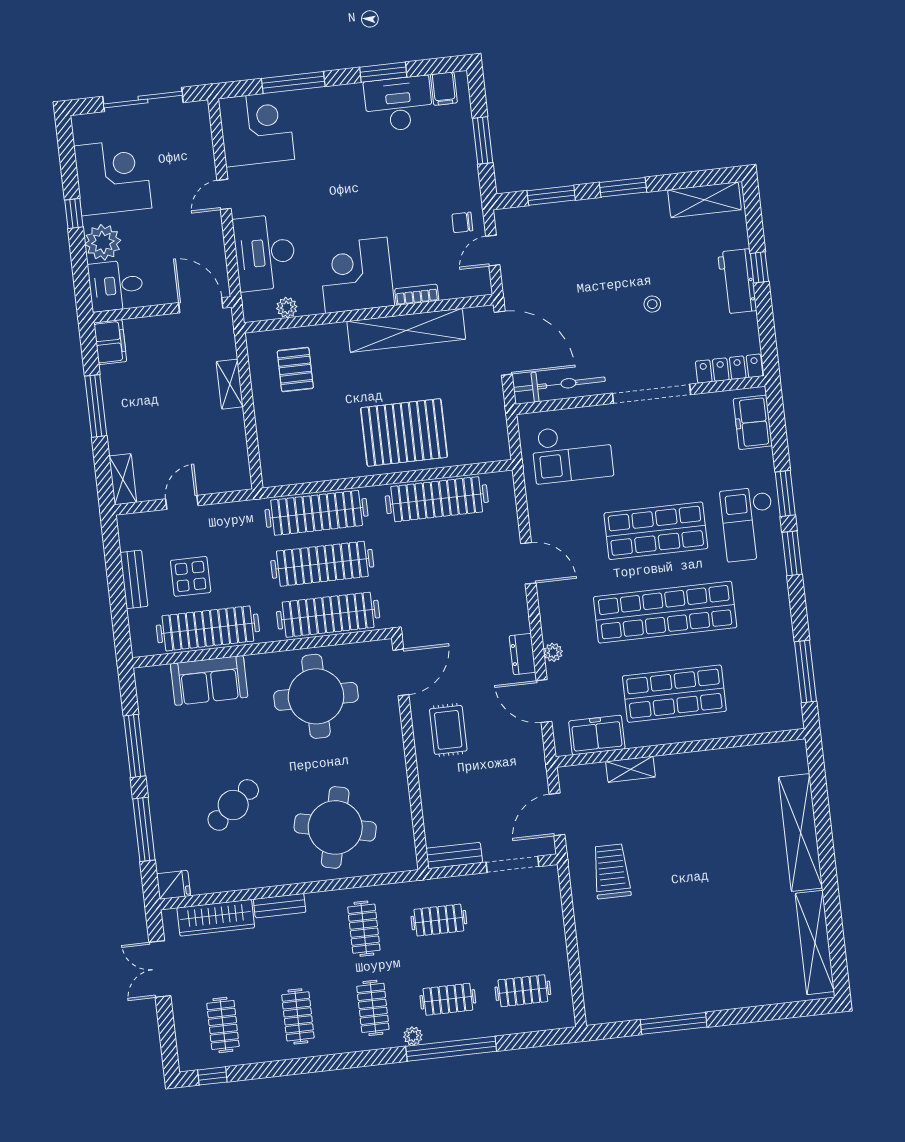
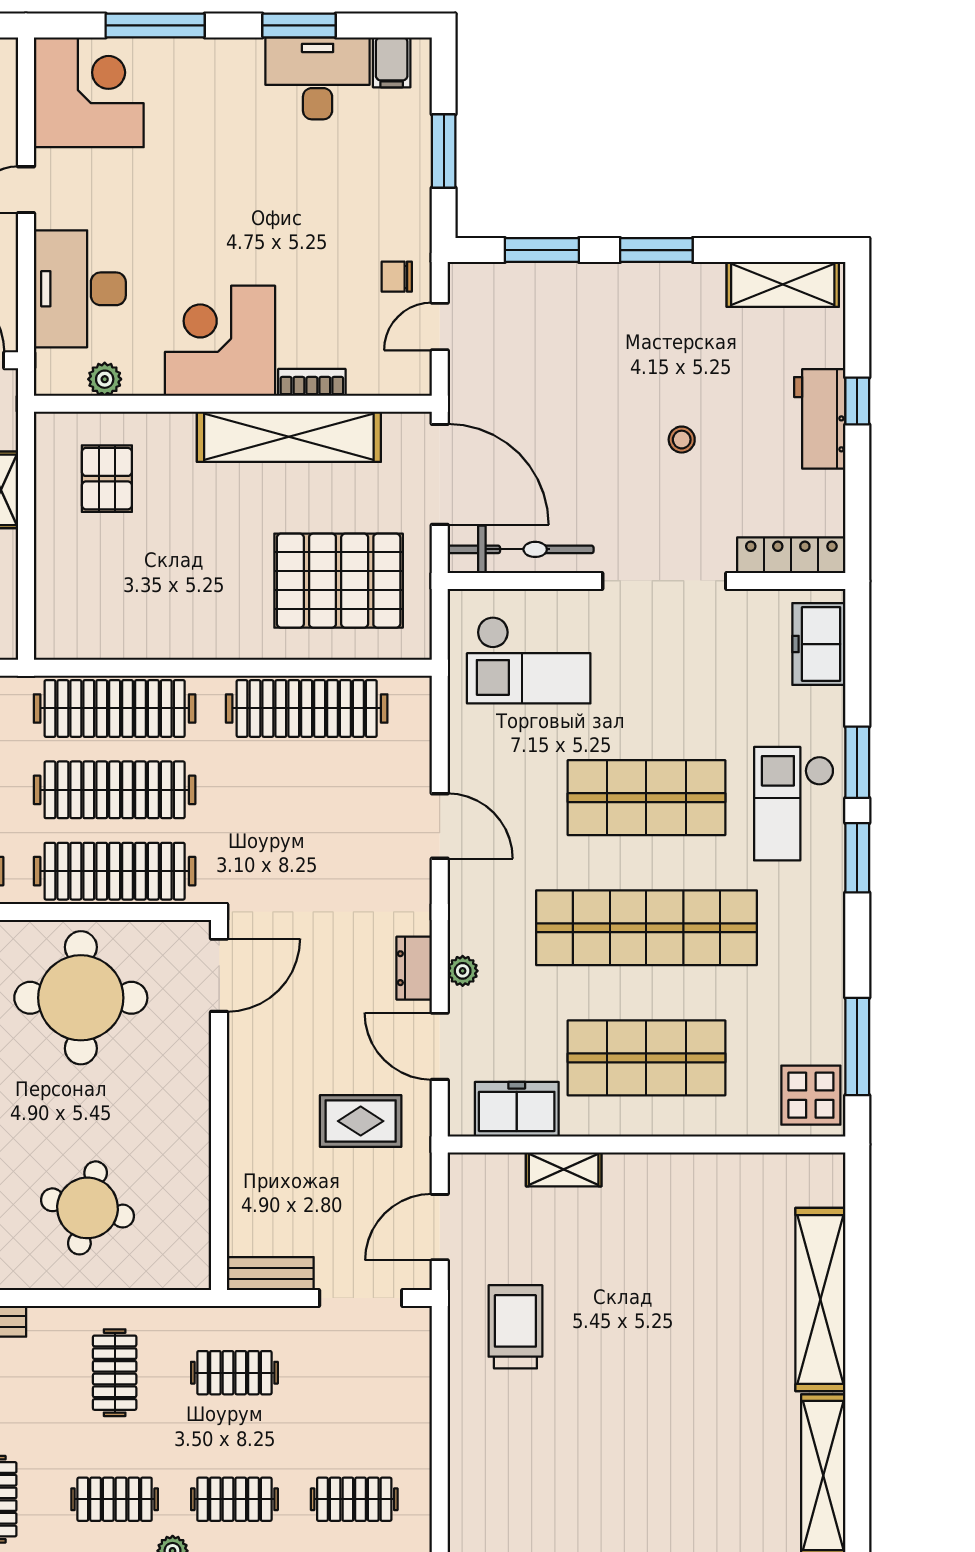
pallet: (404, 432) -> (339, 581), moved
display table: (780, 705) -> (811, 1095), added
rug: (448, 730) -> (361, 1121), moved, turned 90
round table: (335, 827) -> (88, 1208), width x0.73, depth x0.73
clothes rail: (373, 1008) -> (115, 1499), turned 90

